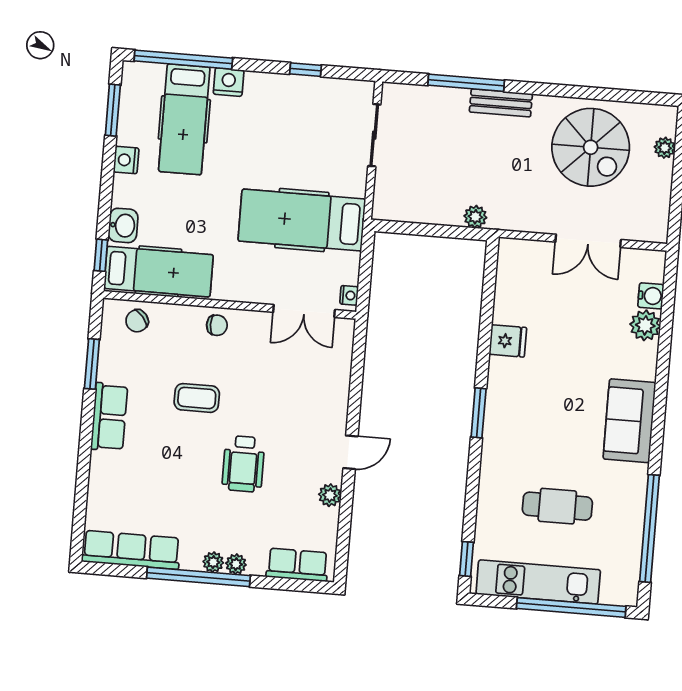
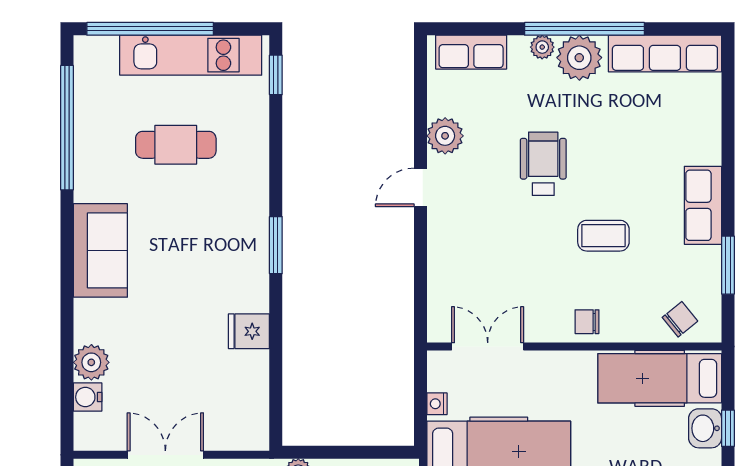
window: (101, 255) -> (728, 428), moved
nightstand: (349, 295) -> (437, 404), moved
plant: (330, 495) -> (445, 136), width x1.38, depth x1.38
plant: (213, 562) -> (579, 58), width x1.87, depth x1.87

